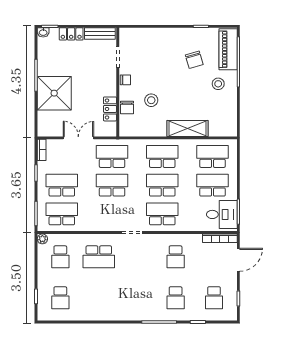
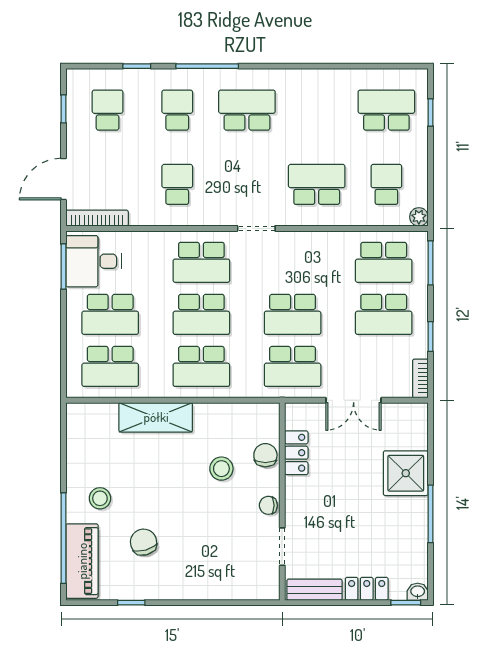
shower: (54, 93) -> (406, 473), width x0.73, depth x0.73
school desk: (60, 298) -> (386, 110), width x1.85
school desk: (137, 298) -> (247, 110), added

